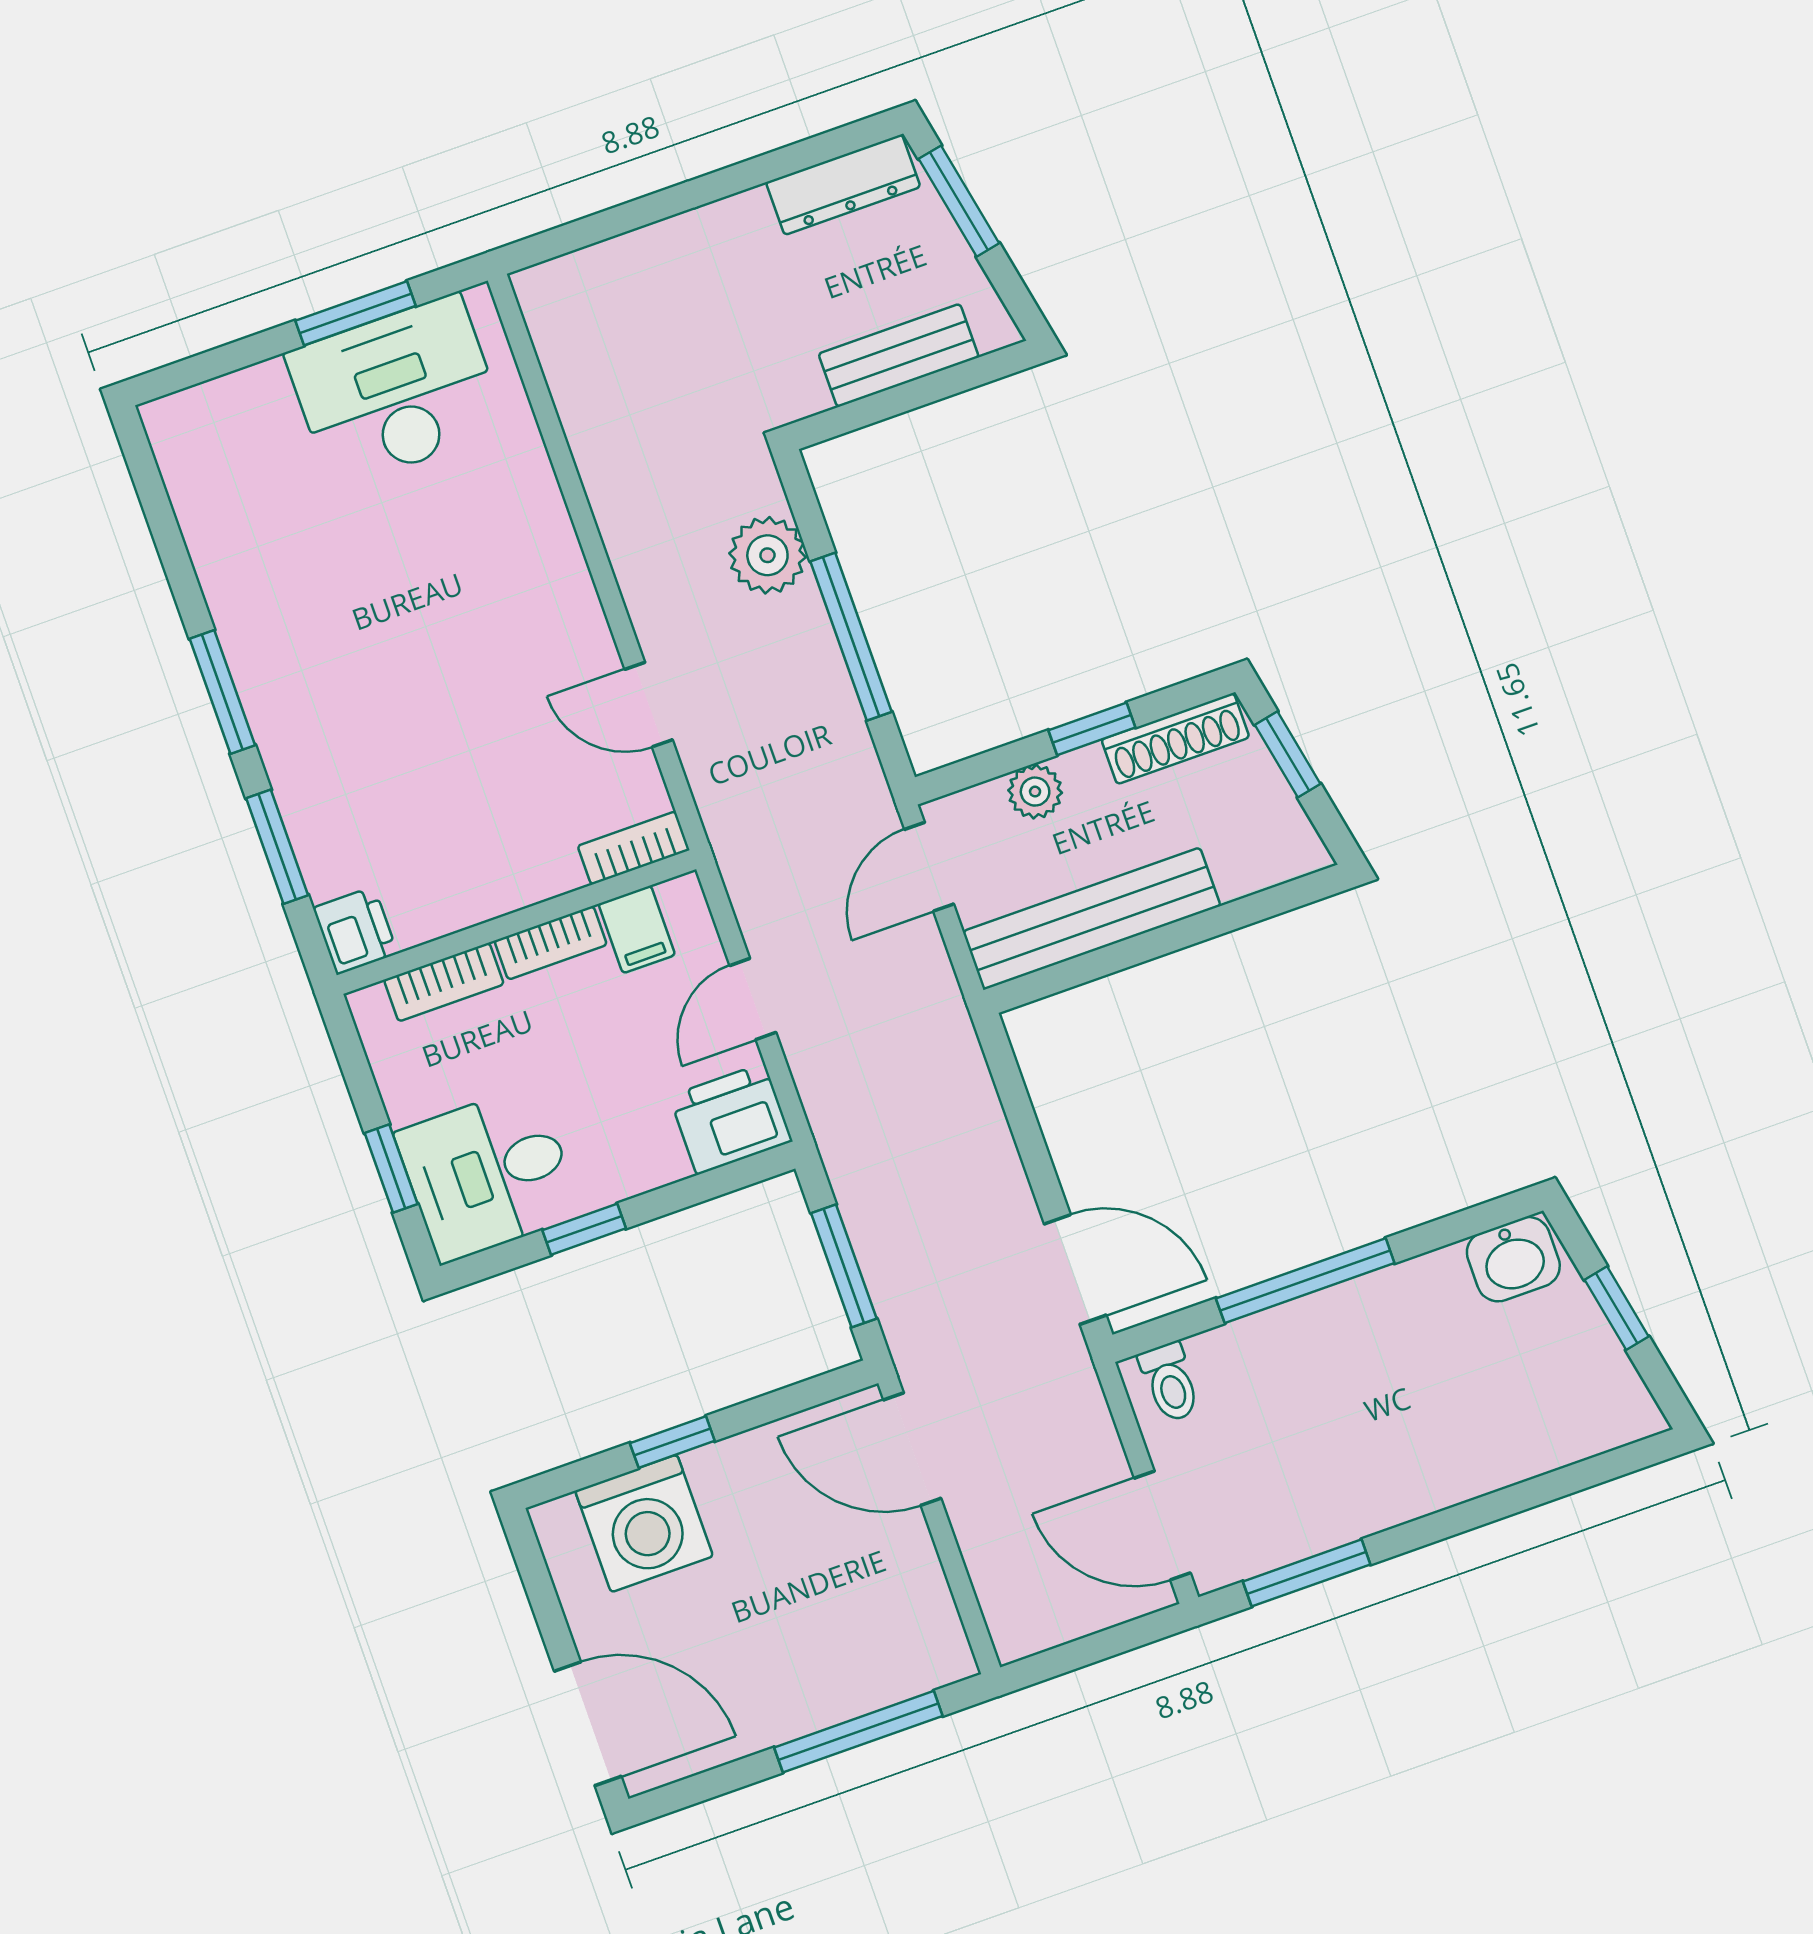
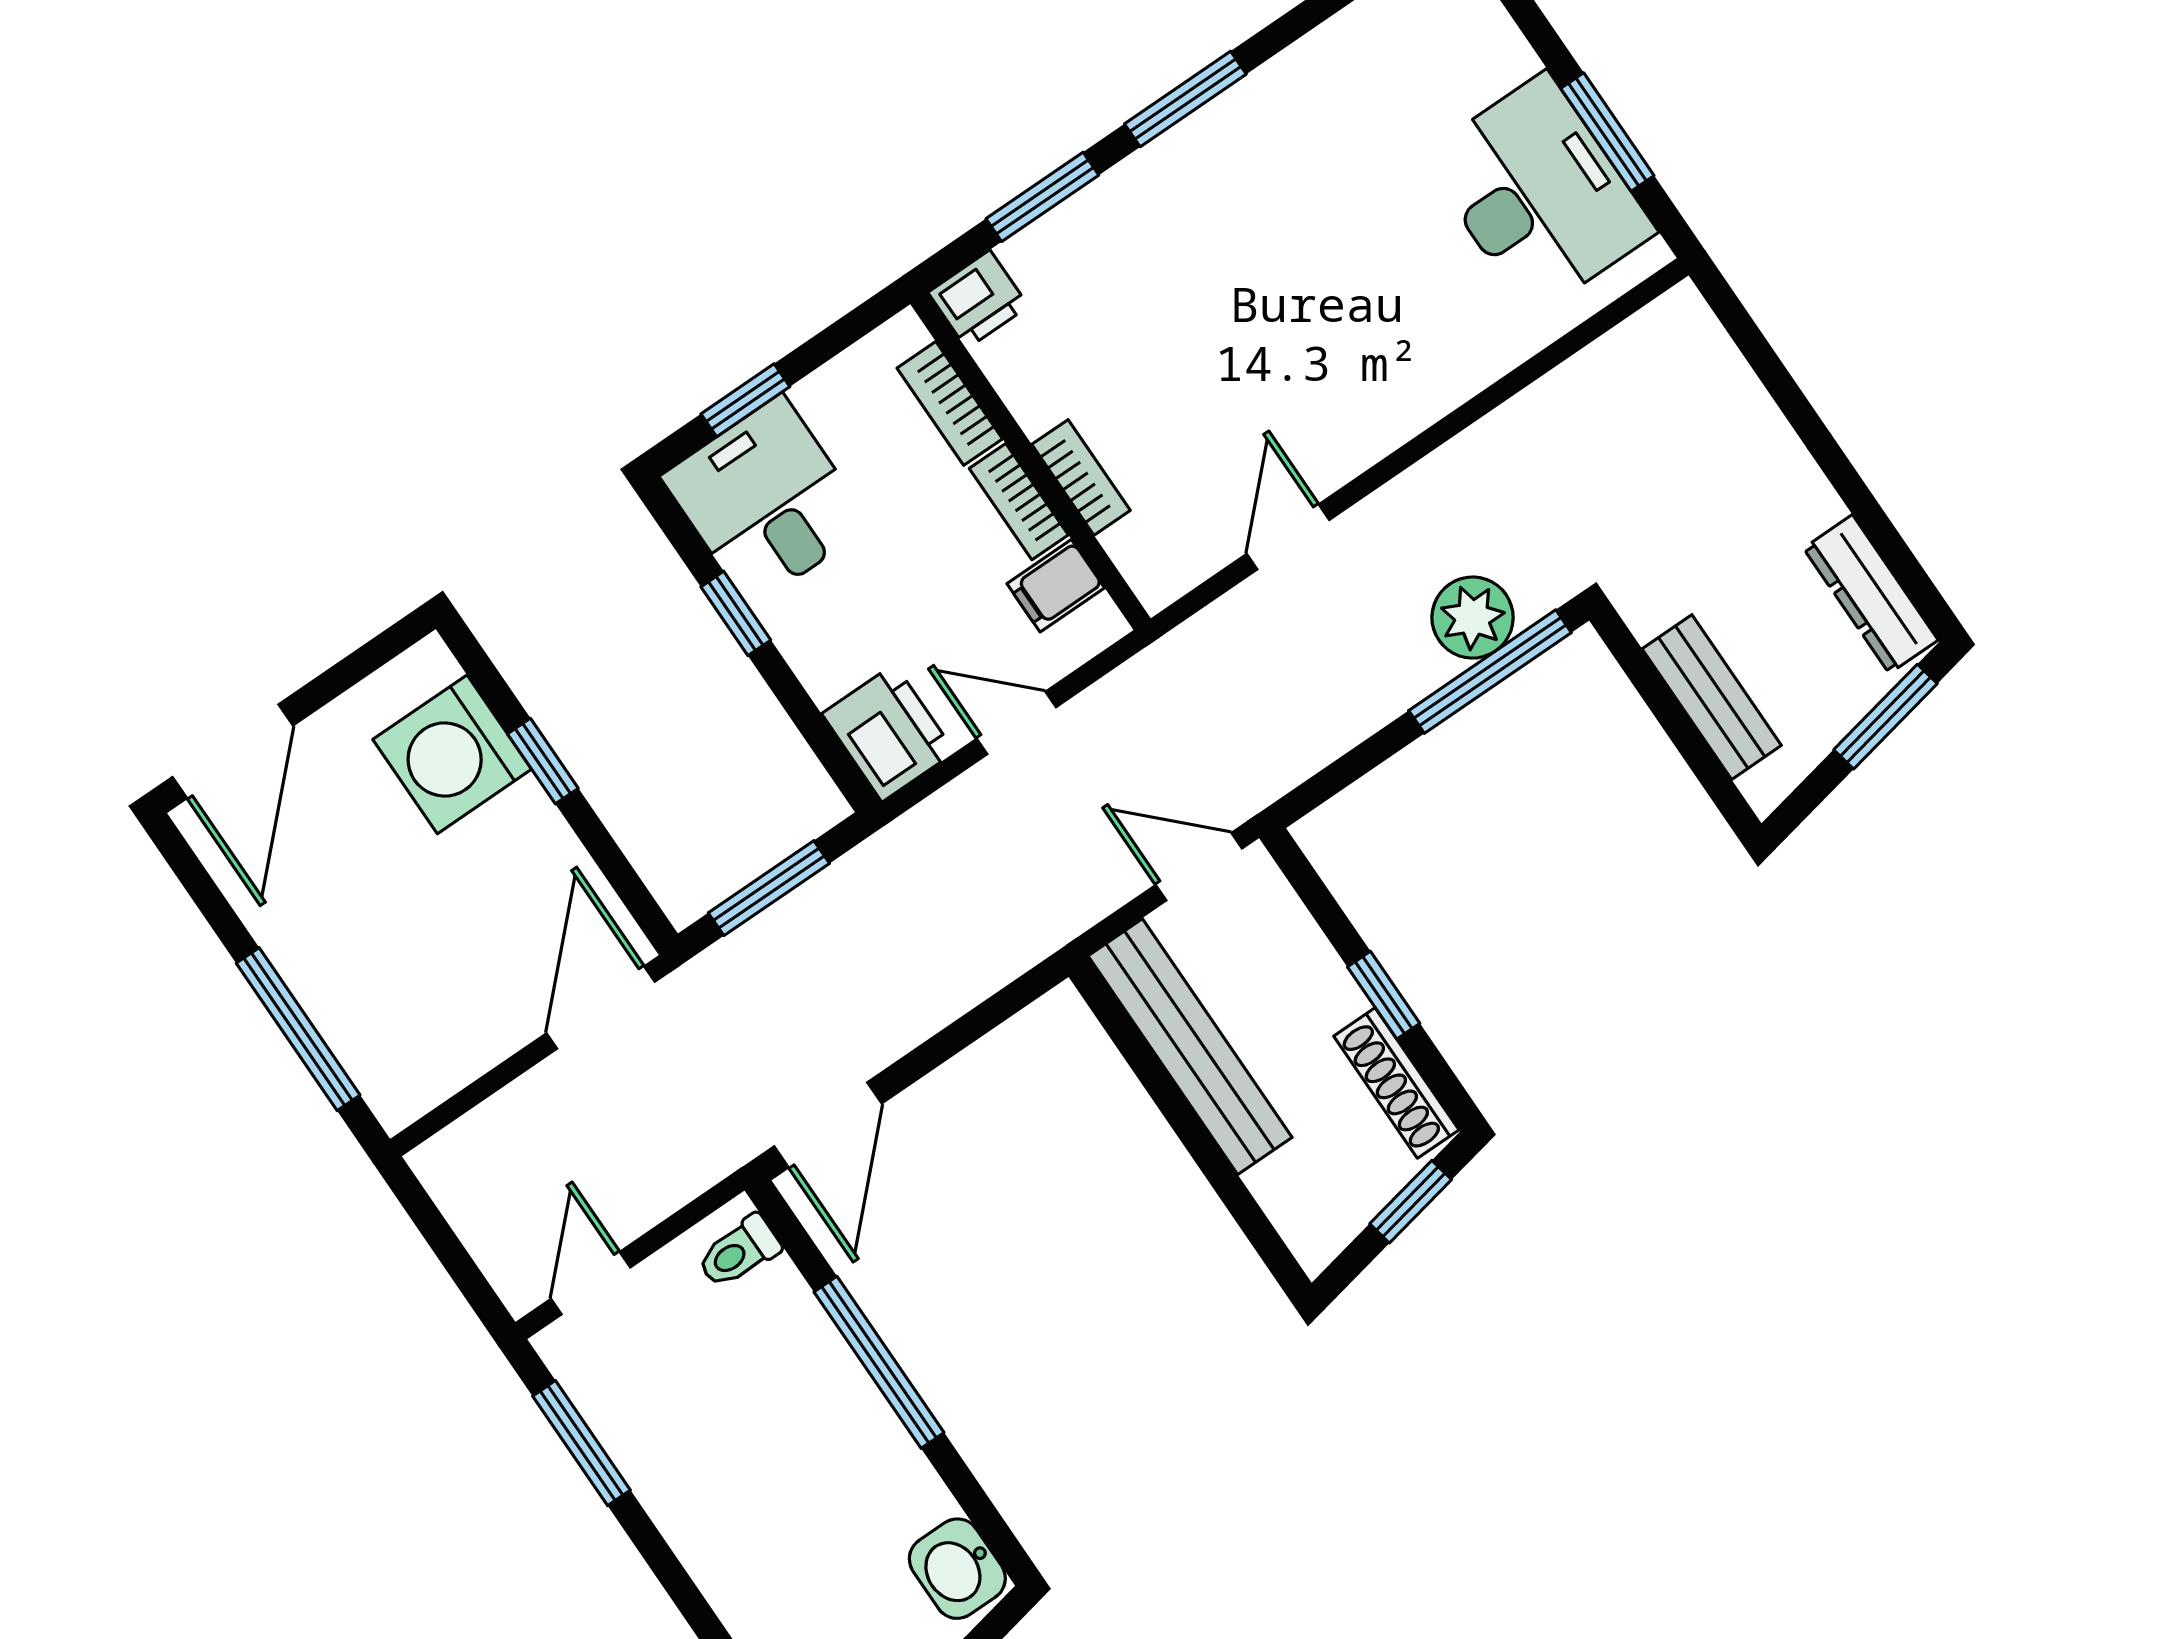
window: (851, 637) -> (1490, 672), moved
plant: (1035, 792) -> (1304, 954), removed
bookcase: (634, 848) -> (1081, 477), moved
door: (1162, 1526) -> (591, 1283), width x0.73

